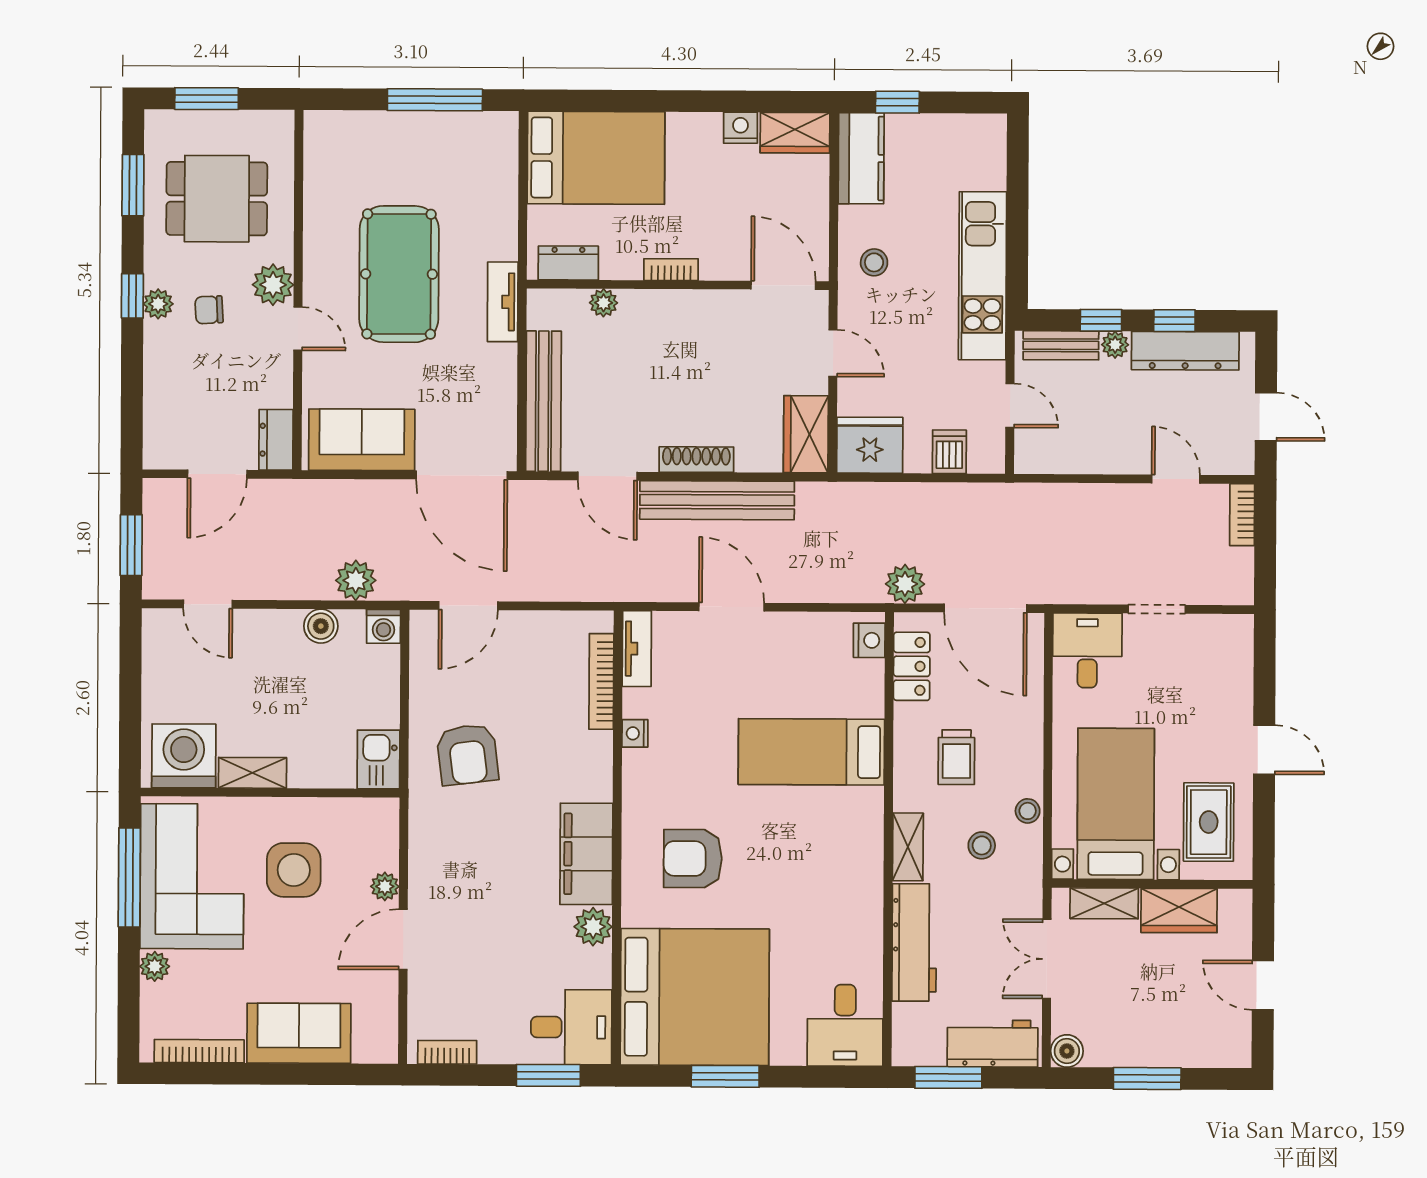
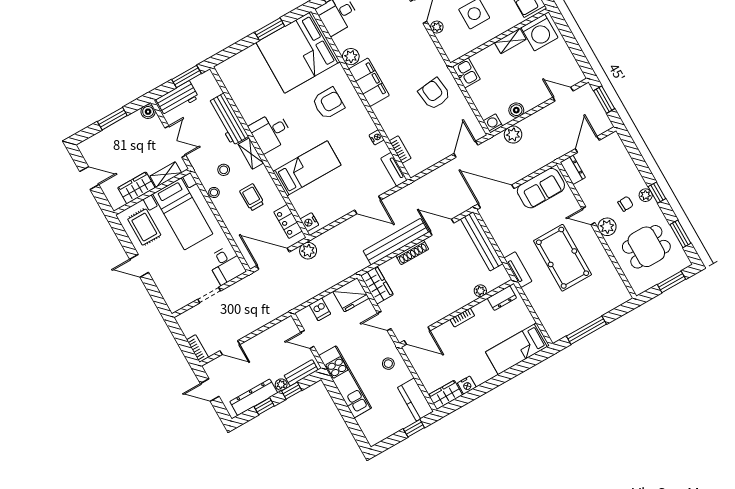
bed: (596, 158) -> (517, 349), width x0.67
bookcase: (601, 681) -> (400, 150), width x0.64
desk: (845, 1025) -> (271, 132), moved, turned -90

